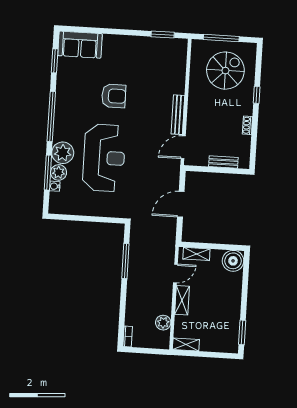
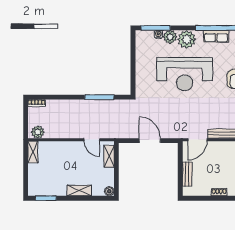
row of seats: (61, 117) -> (216, 36), added
door: (183, 147) -> (198, 140), swing flipped
window: (48, 173) -> (156, 28), moved
boiler: (233, 261) -> (109, 191), width x0.54, depth x0.54
shelving: (182, 300) -> (79, 190), moved
plant: (163, 323) -> (38, 132), moved

